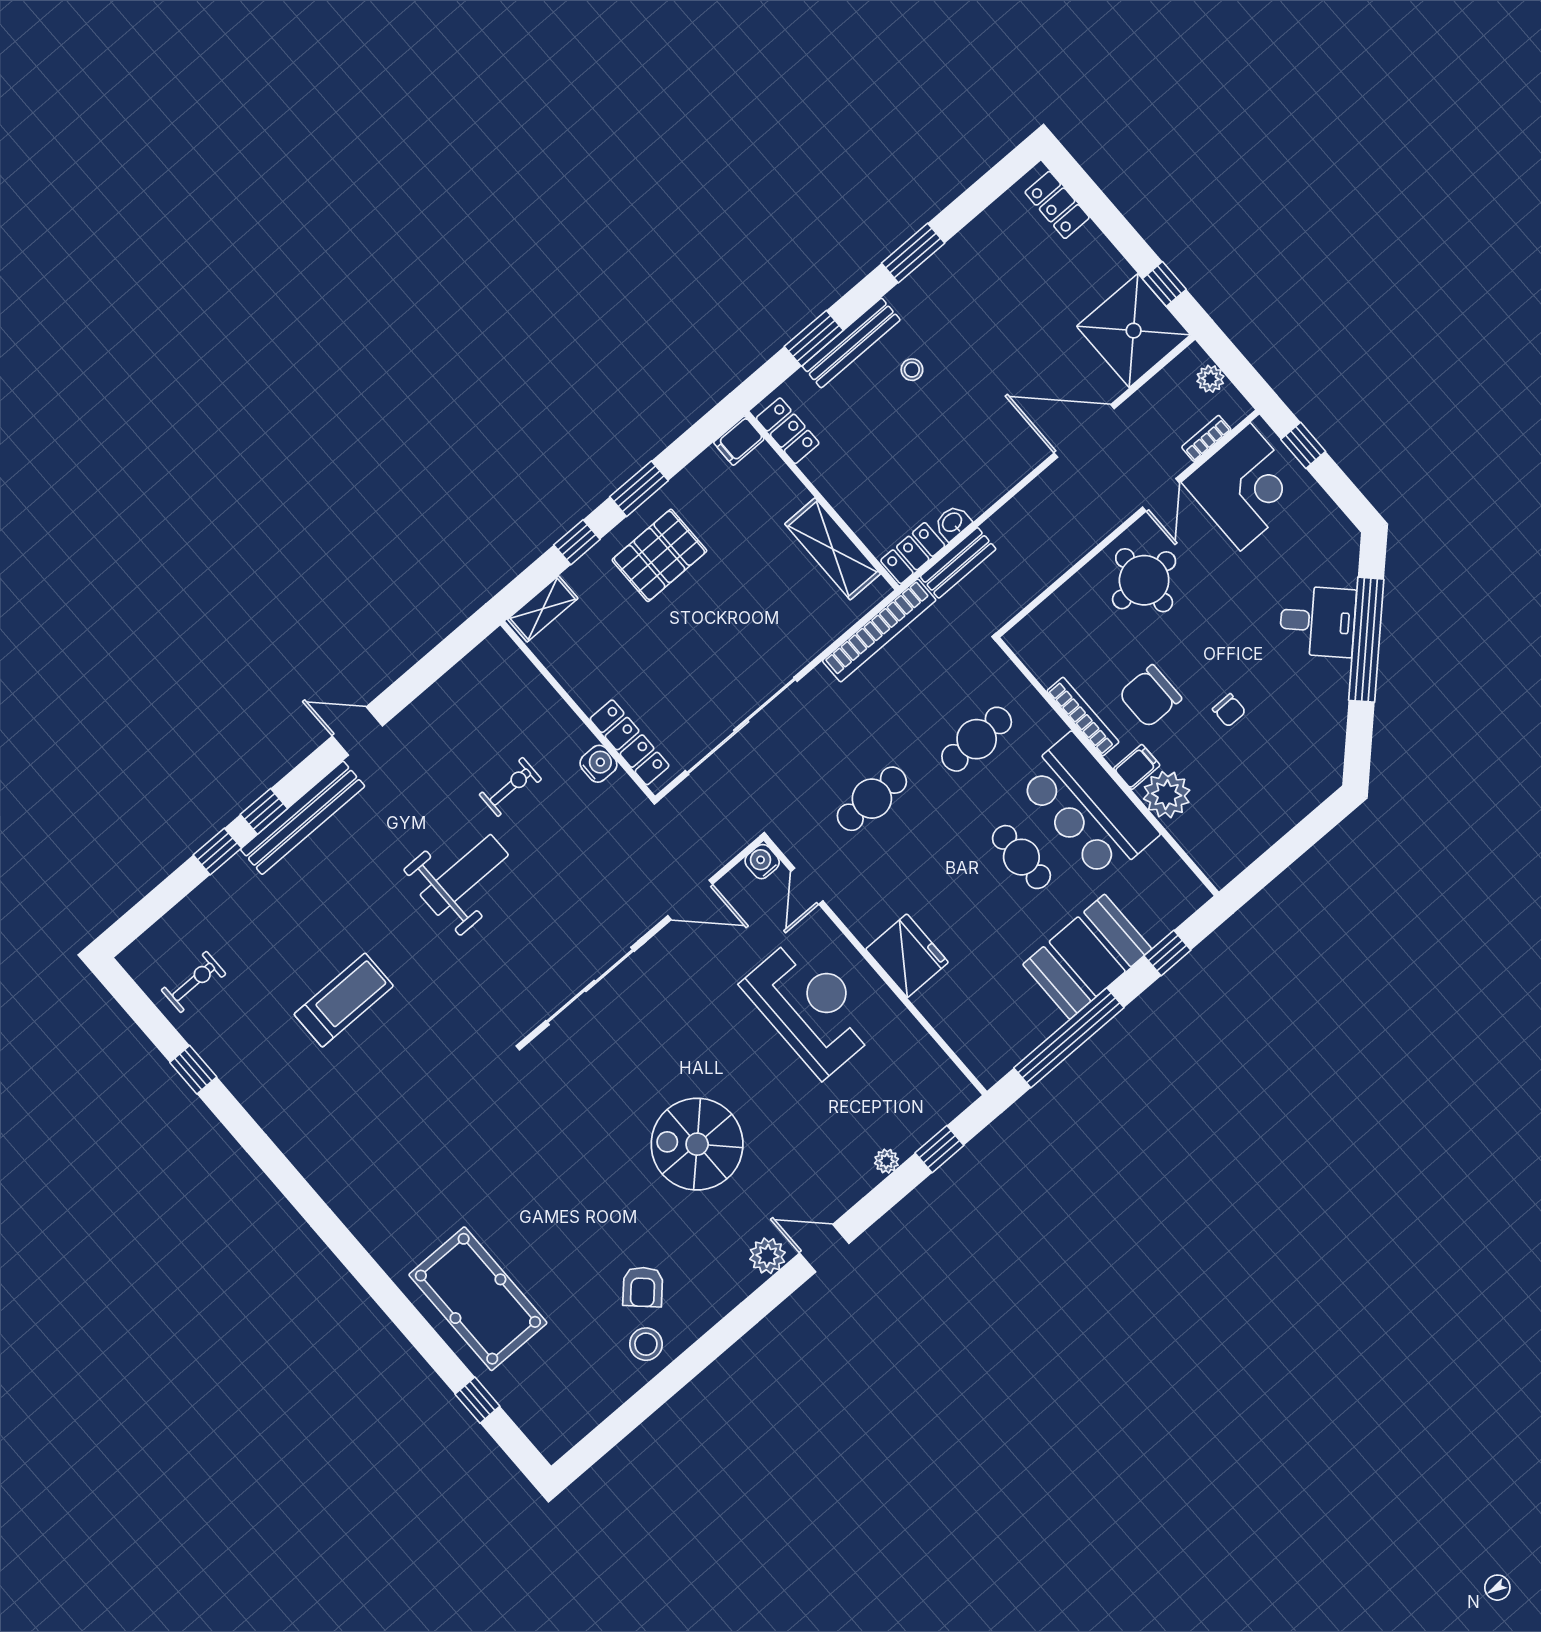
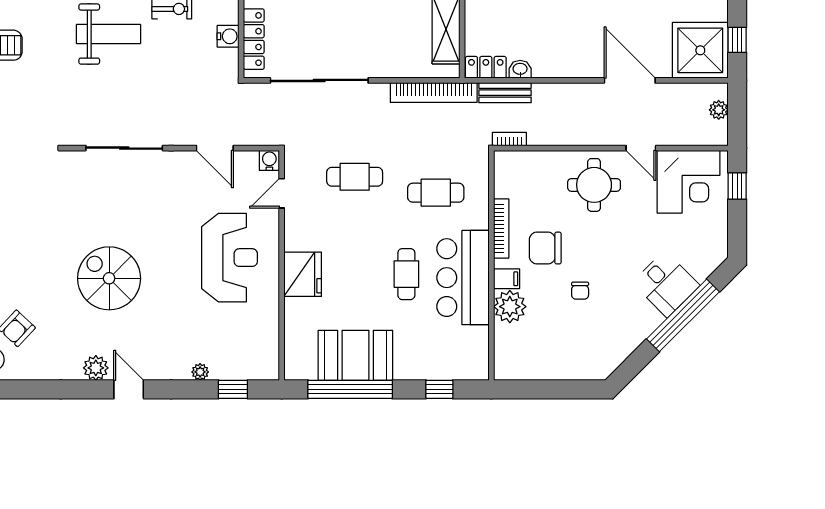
bookcase: (1206, 438) -> (509, 139), moved
door: (1161, 495) -> (641, 148), hinge flipped
booth: (1087, 957) -> (355, 355), moved

